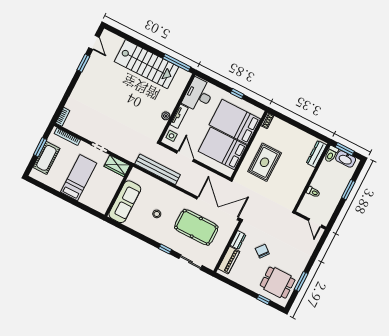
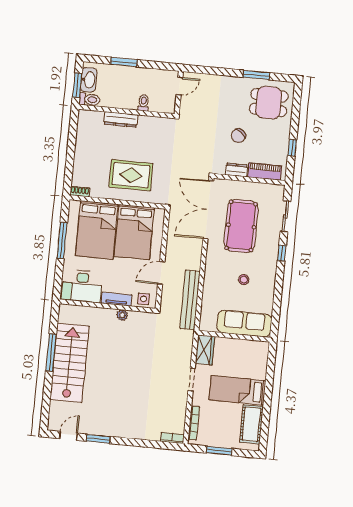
window: (177, 63) -> (51, 353), moved
window: (237, 94) -> (62, 241), width x2.17
dresser: (316, 154) -> (121, 119), moved
cot: (46, 158) -> (251, 424), moved, turned 90
dining table: (278, 283) -> (269, 103), turned 90
window: (263, 300) -> (292, 148), moved

